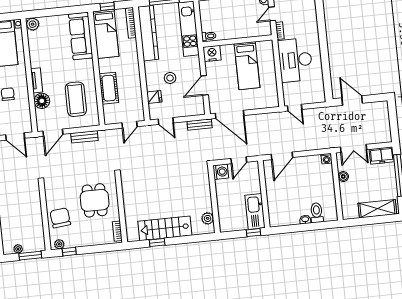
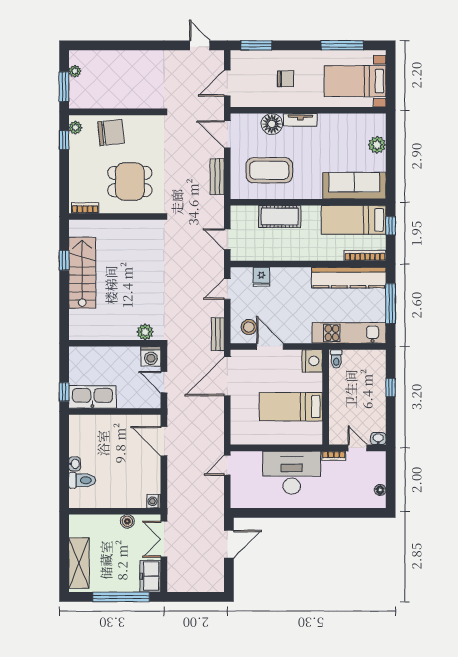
plant: (33, 24) -> (377, 145), moved
stool: (170, 78) -> (249, 327), moved
plant: (208, 218) -> (145, 332), moved

